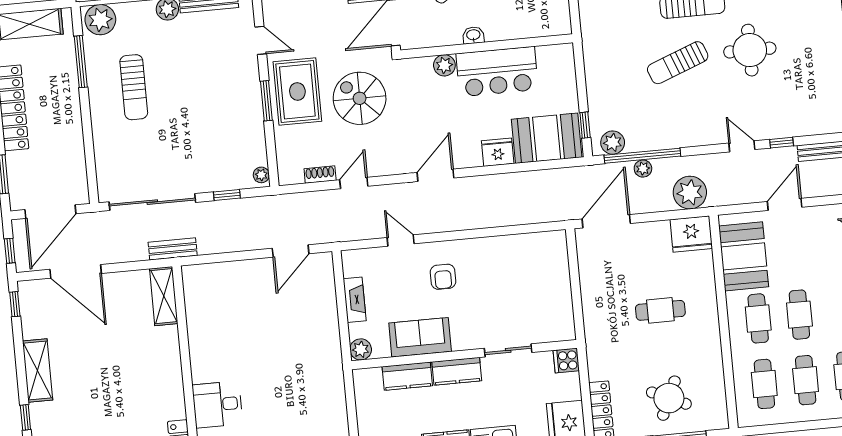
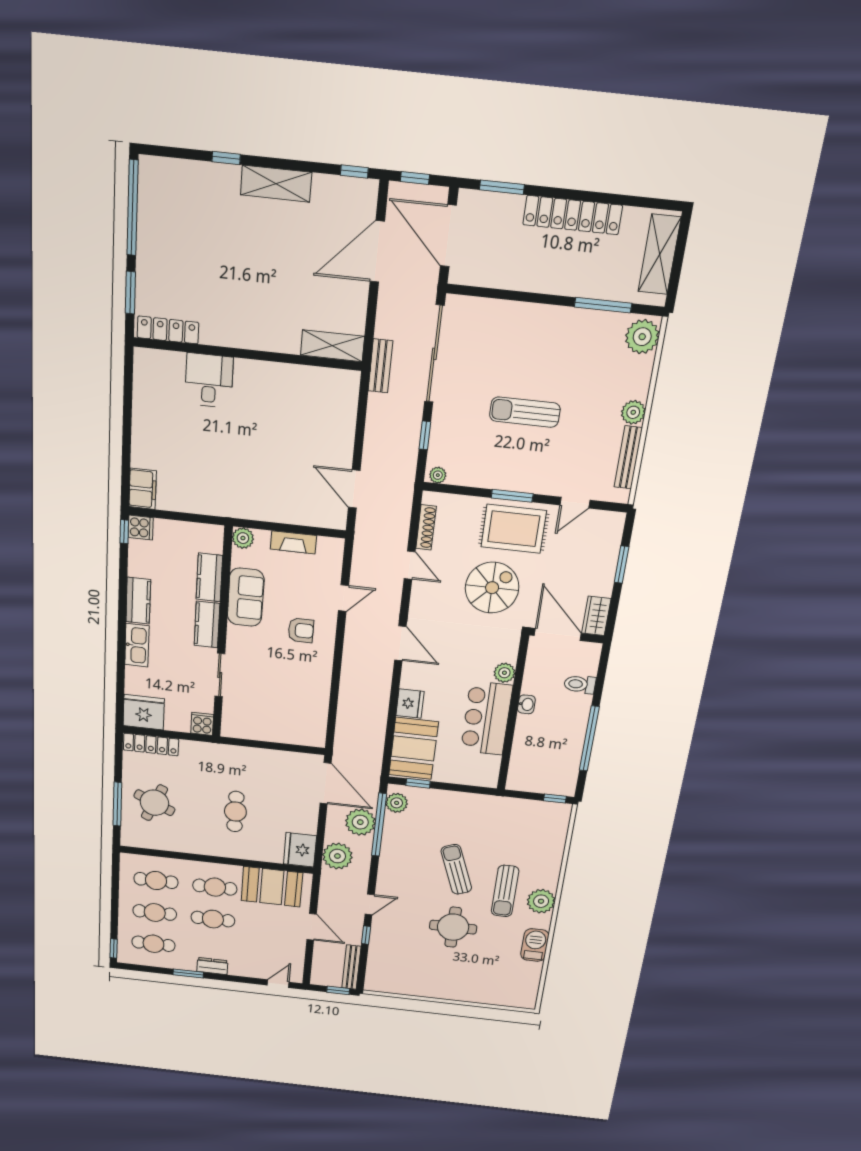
sun lounger: (134, 87) -> (525, 412), moved
plant: (643, 169) -> (360, 822), width x1.87, depth x1.87
shoe rack: (320, 175) -> (426, 527), width x1.43
armchair: (443, 277) -> (301, 630), turned 180

